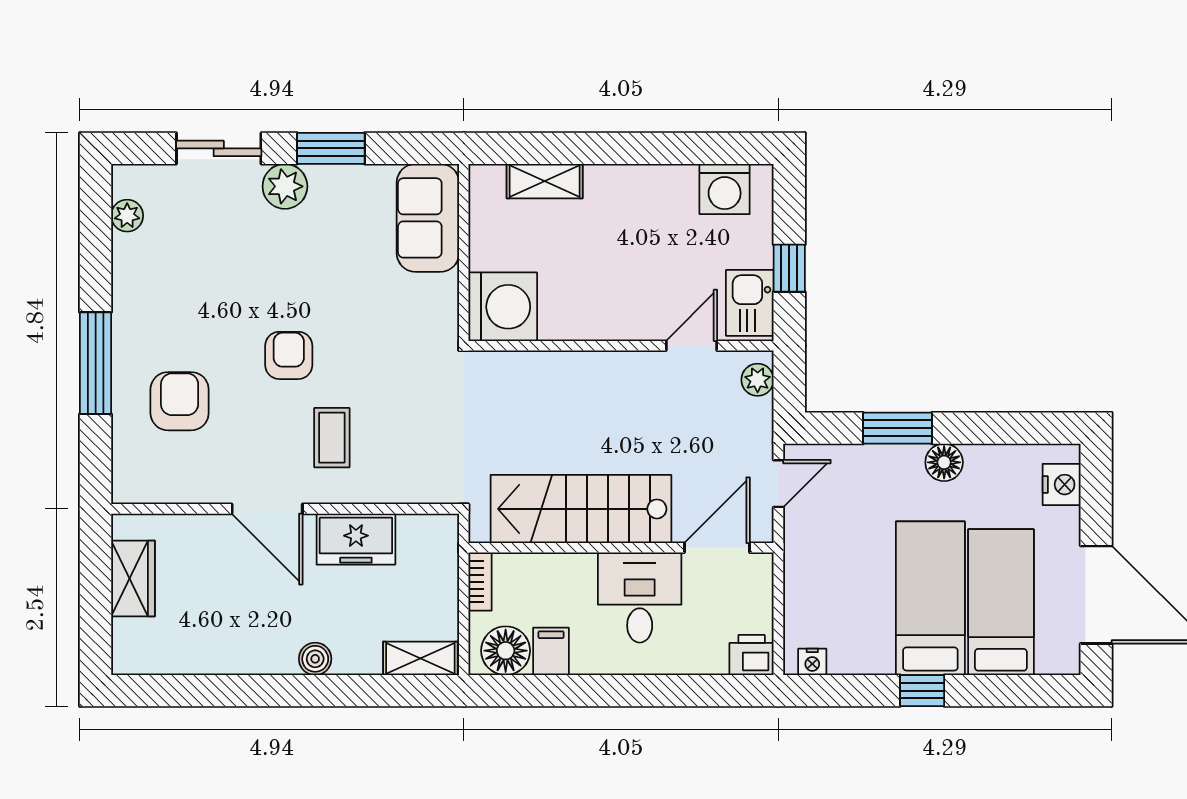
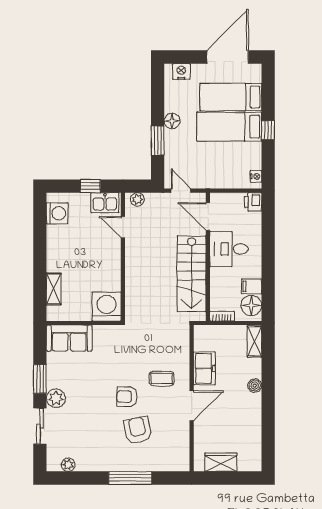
armchair: (180, 401) -> (138, 430), moved, turned 78

